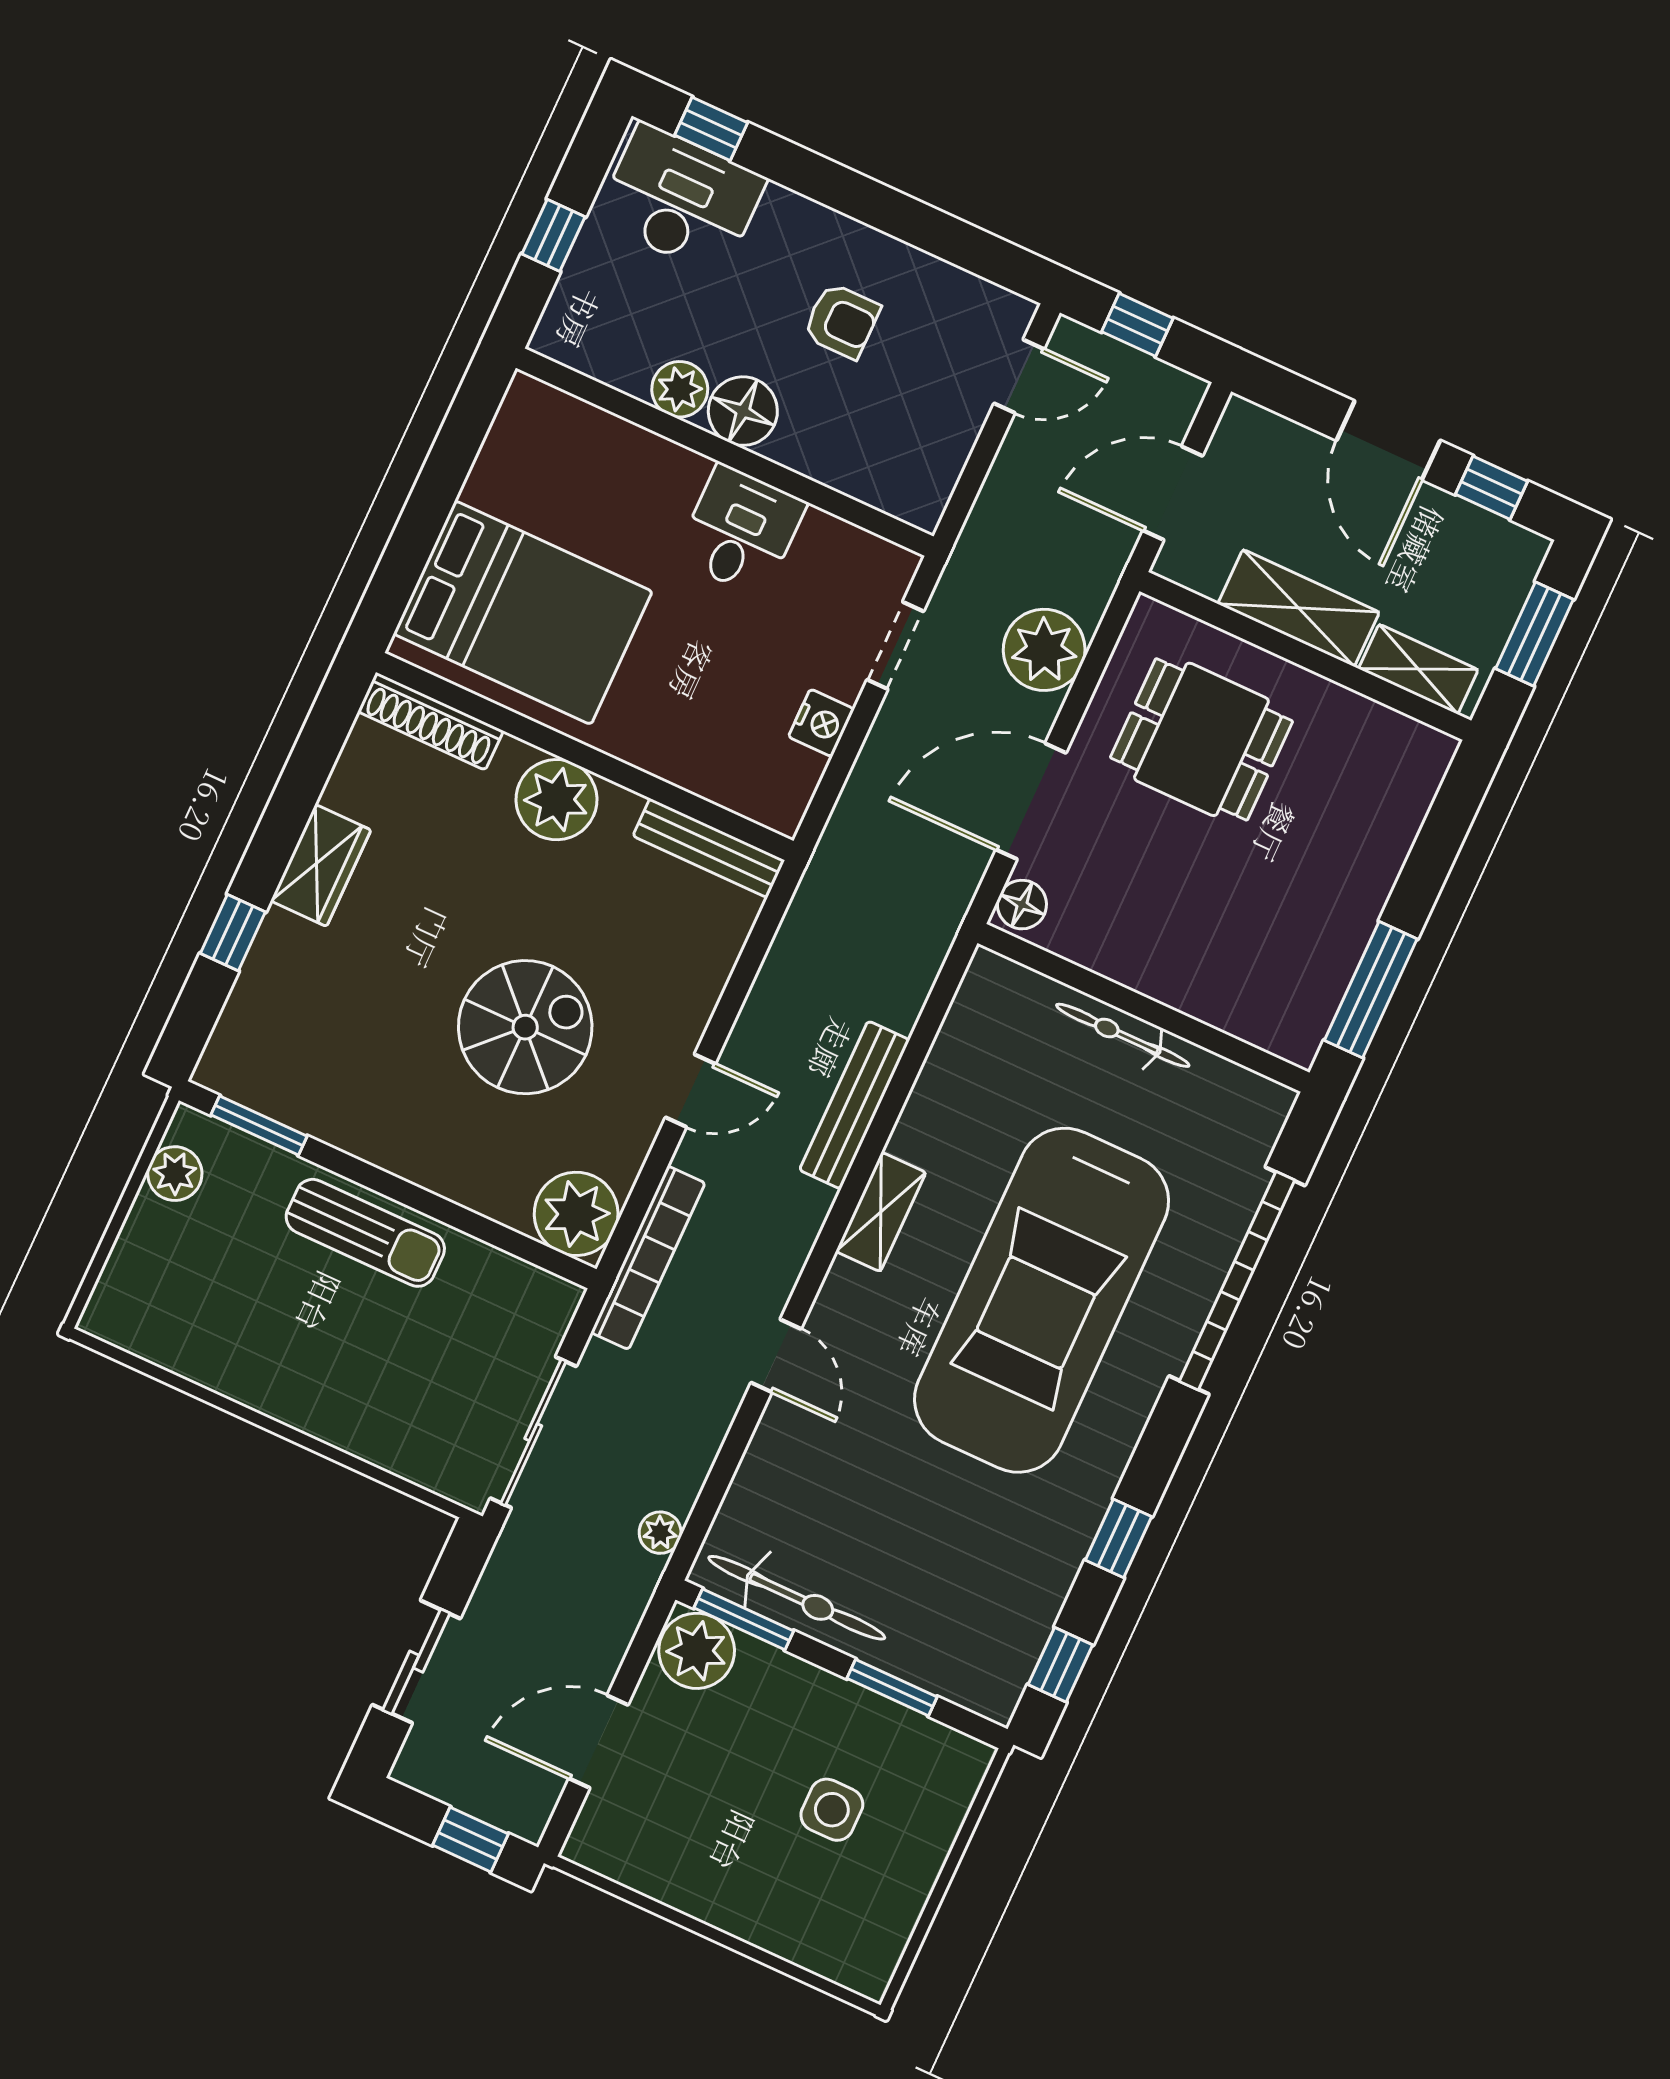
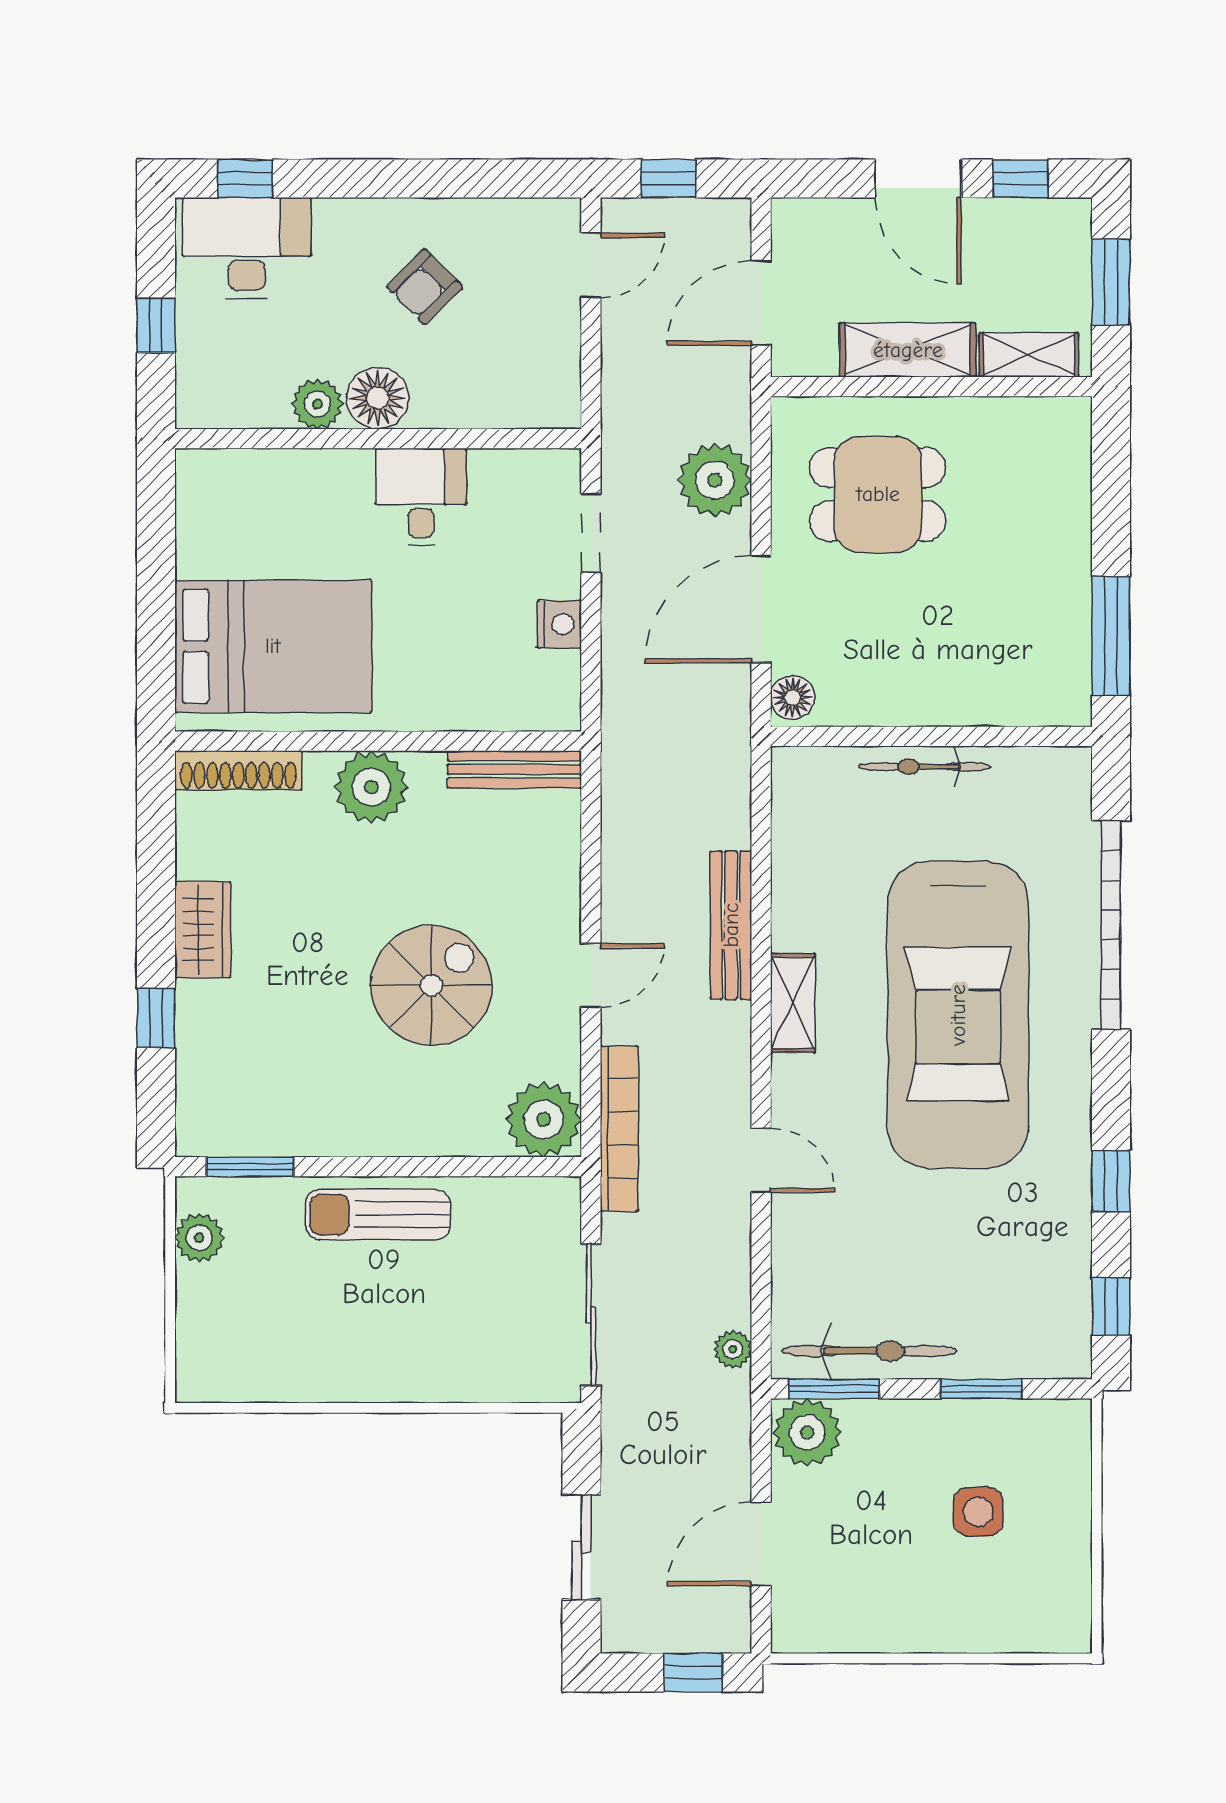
armchair: (842, 321) -> (425, 287), turned 135
sun lounger: (365, 1233) -> (378, 1215), turned 180

